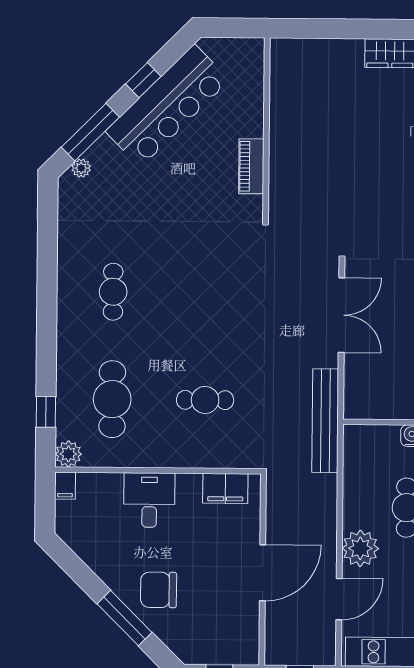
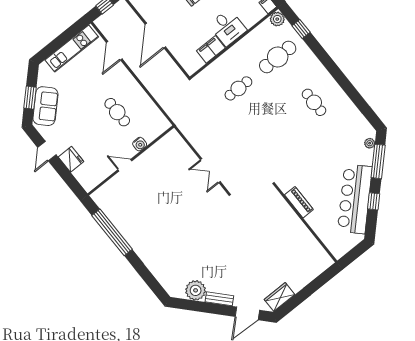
double door: (341, 315) -> (210, 171), width x0.73
cafe table: (112, 399) -> (278, 57), turned 90
bench: (325, 421) -> (181, 121), removed
filing cabinet: (225, 488) -> (211, 49), moved
plant: (360, 548) -> (123, 79), removed

